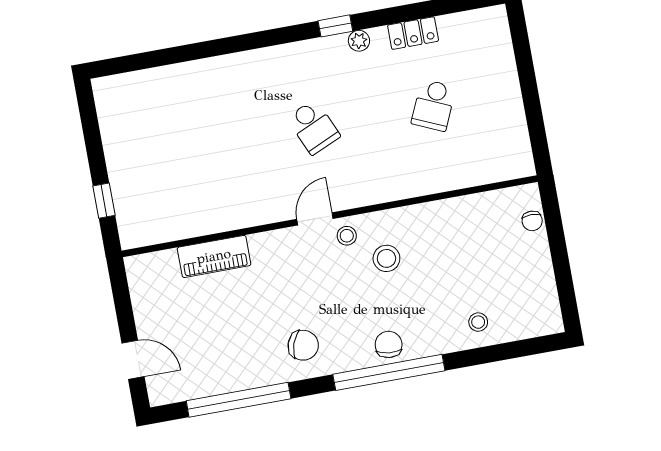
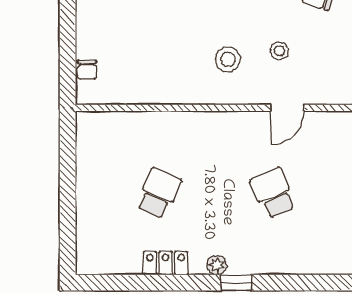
chair: (532, 221) -> (87, 70), turned 180
stool: (347, 236) -> (279, 51), moved

